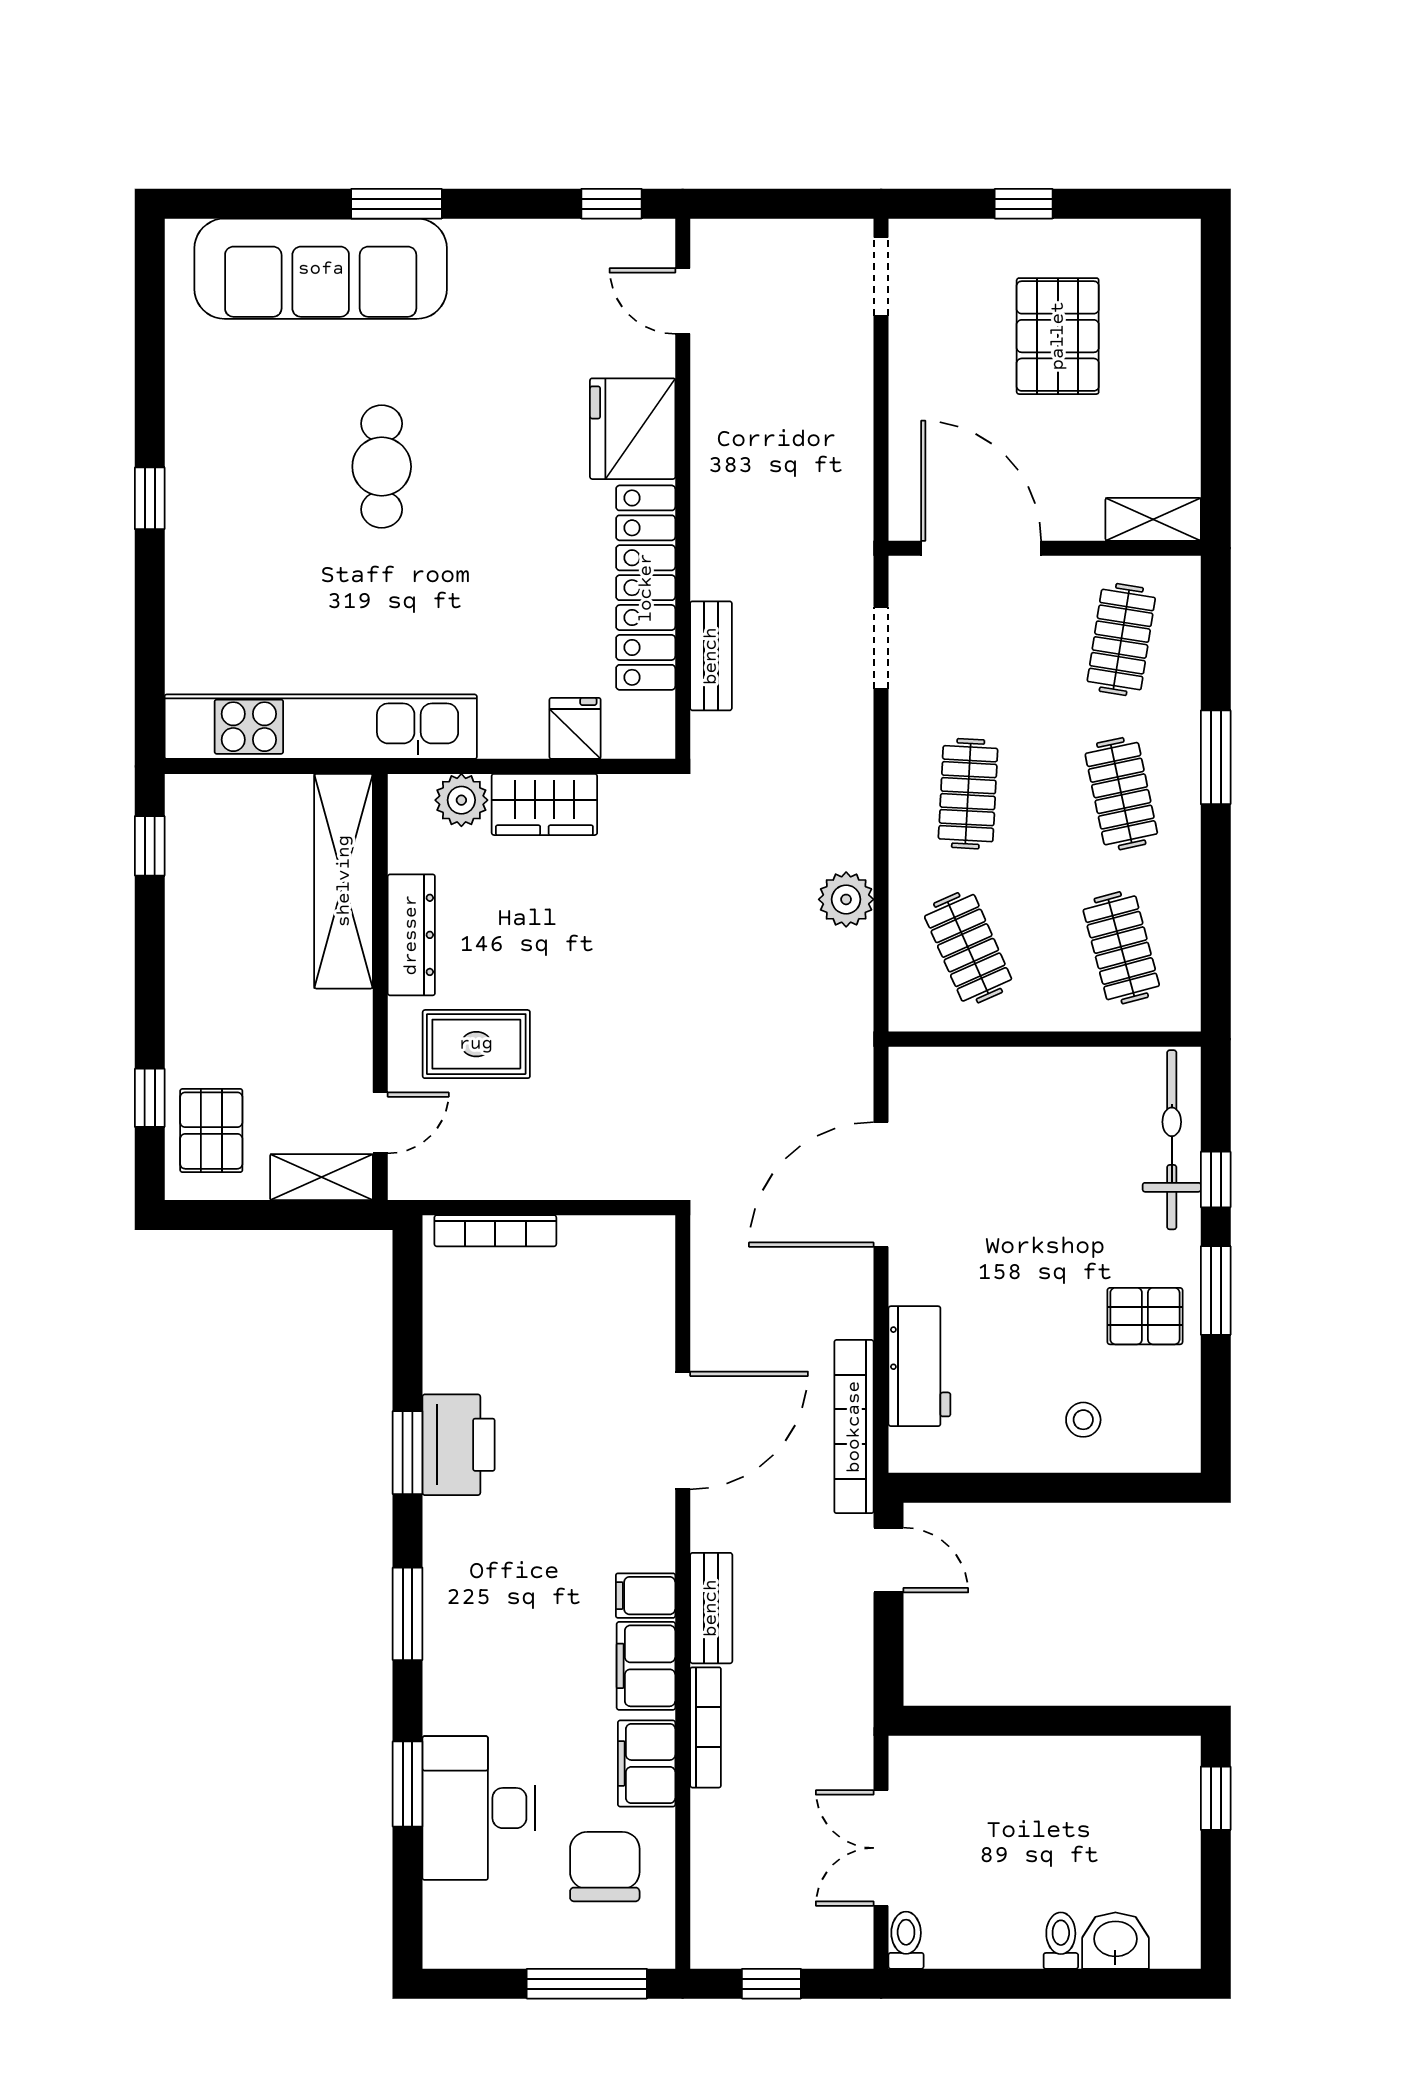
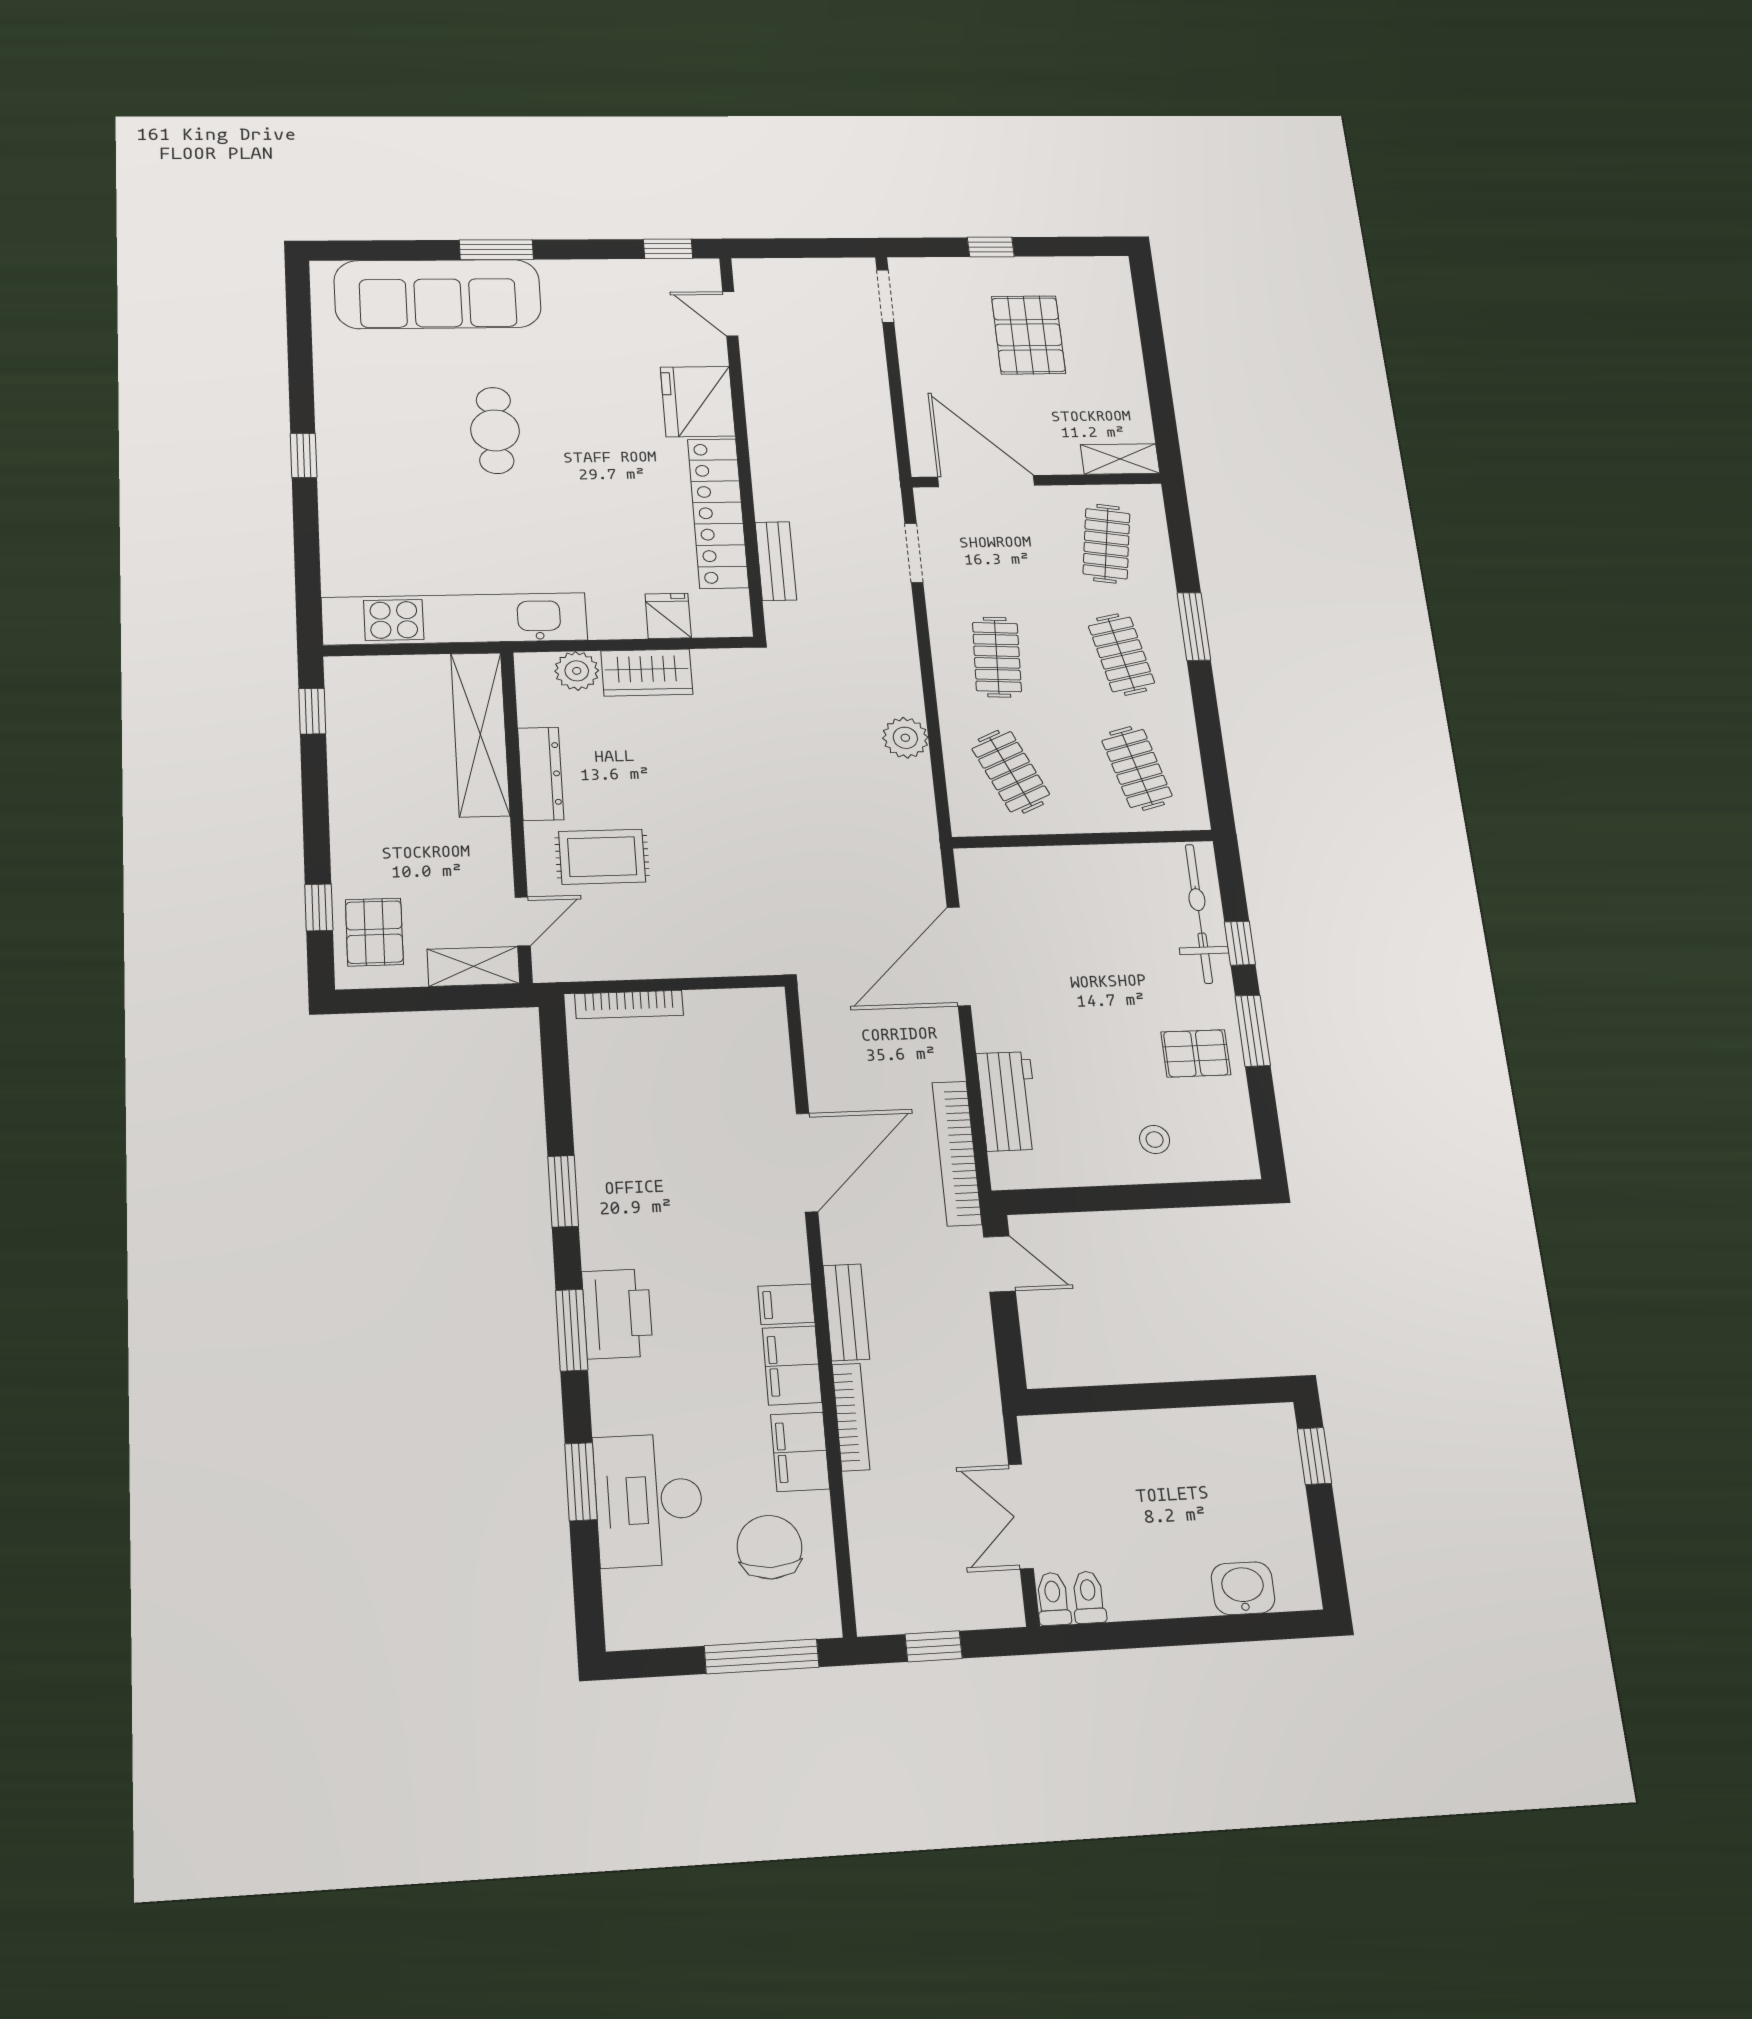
printer: (459, 1445) -> (617, 1314), moved
toilet: (1061, 1941) -> (1089, 1597), moved

